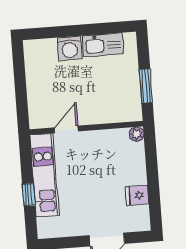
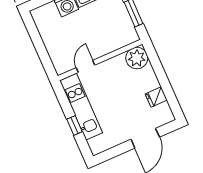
plant: (136, 134) -> (137, 58), width x1.87, depth x1.87

